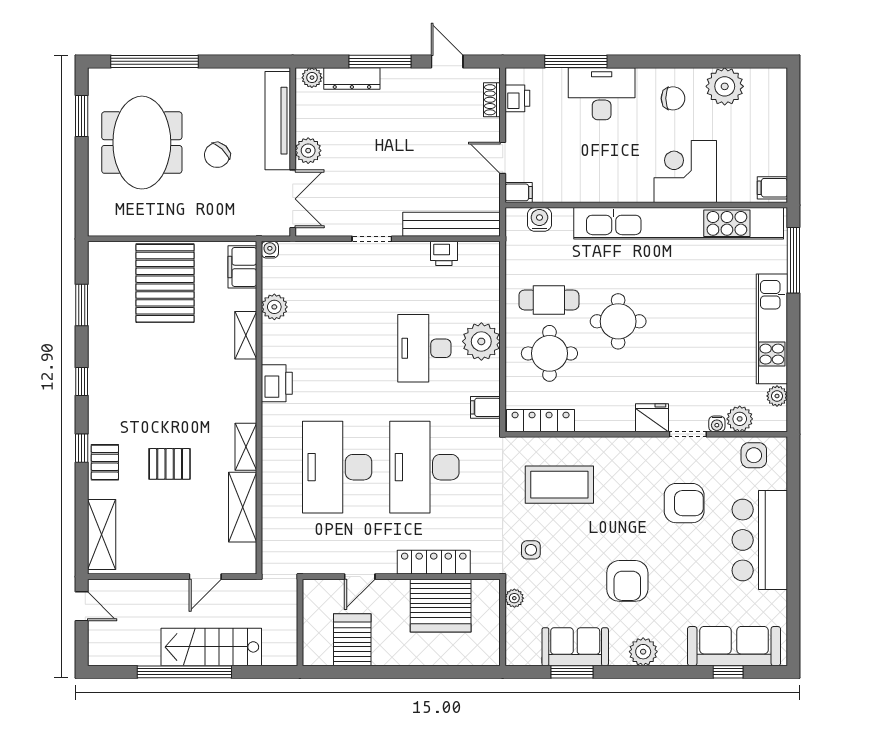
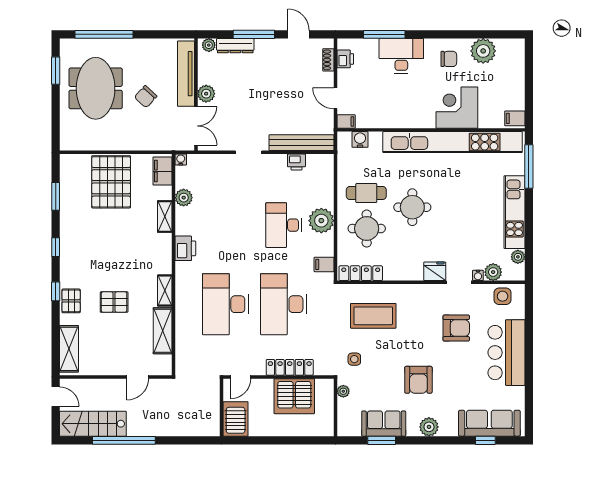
wall: (300, 622) -> (222, 407), moved
stairs: (211, 647) -> (93, 424), moved

